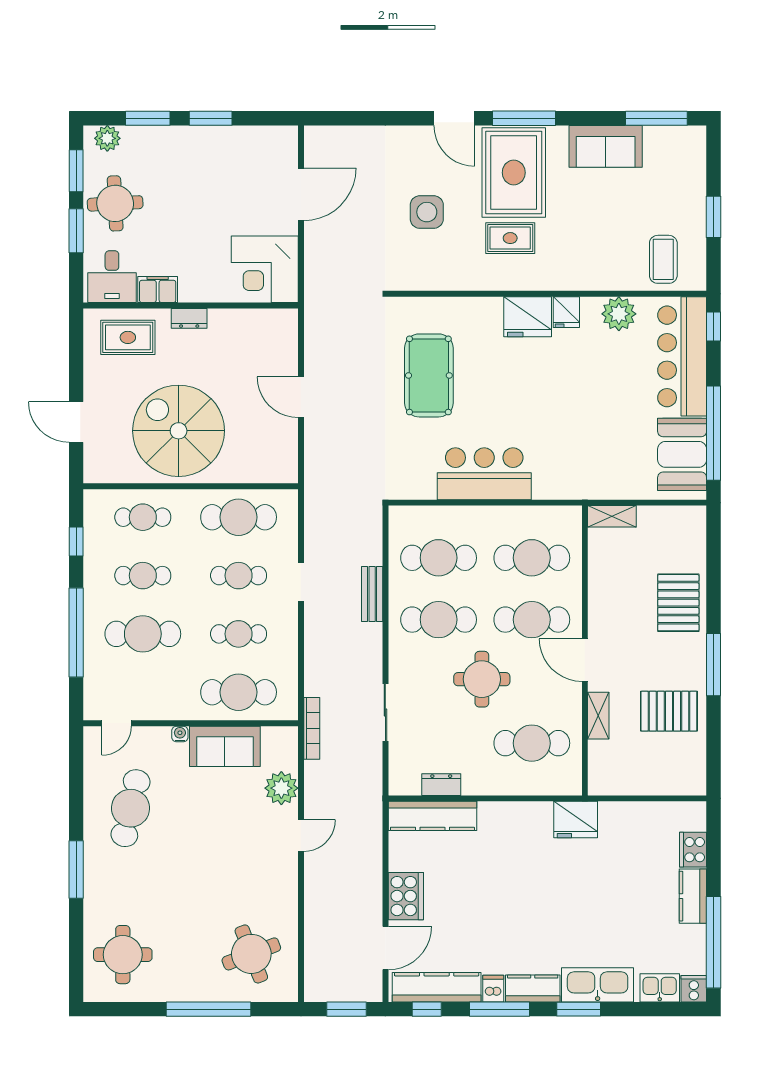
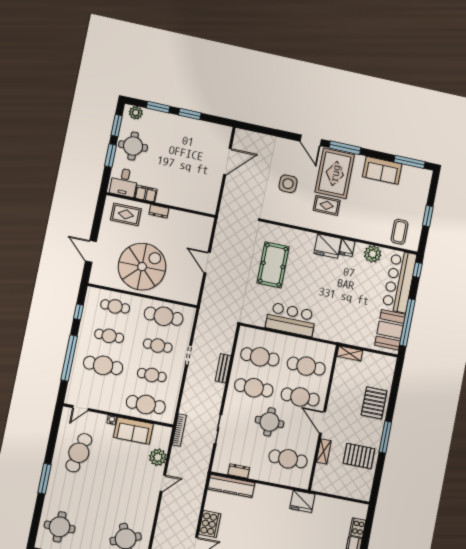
corner desk: (265, 269) -> (202, 195), removed
spiral stairs: (179, 431) -> (142, 267), turned 90

